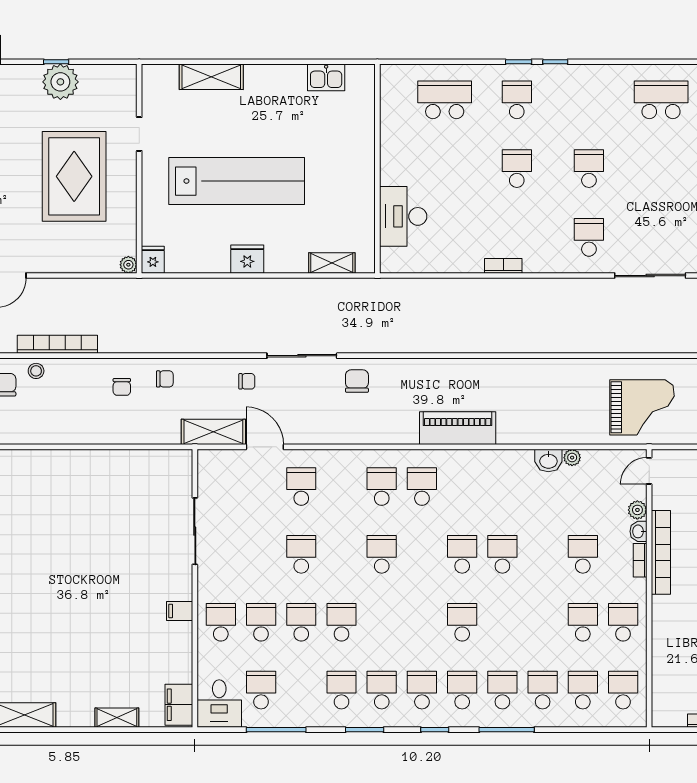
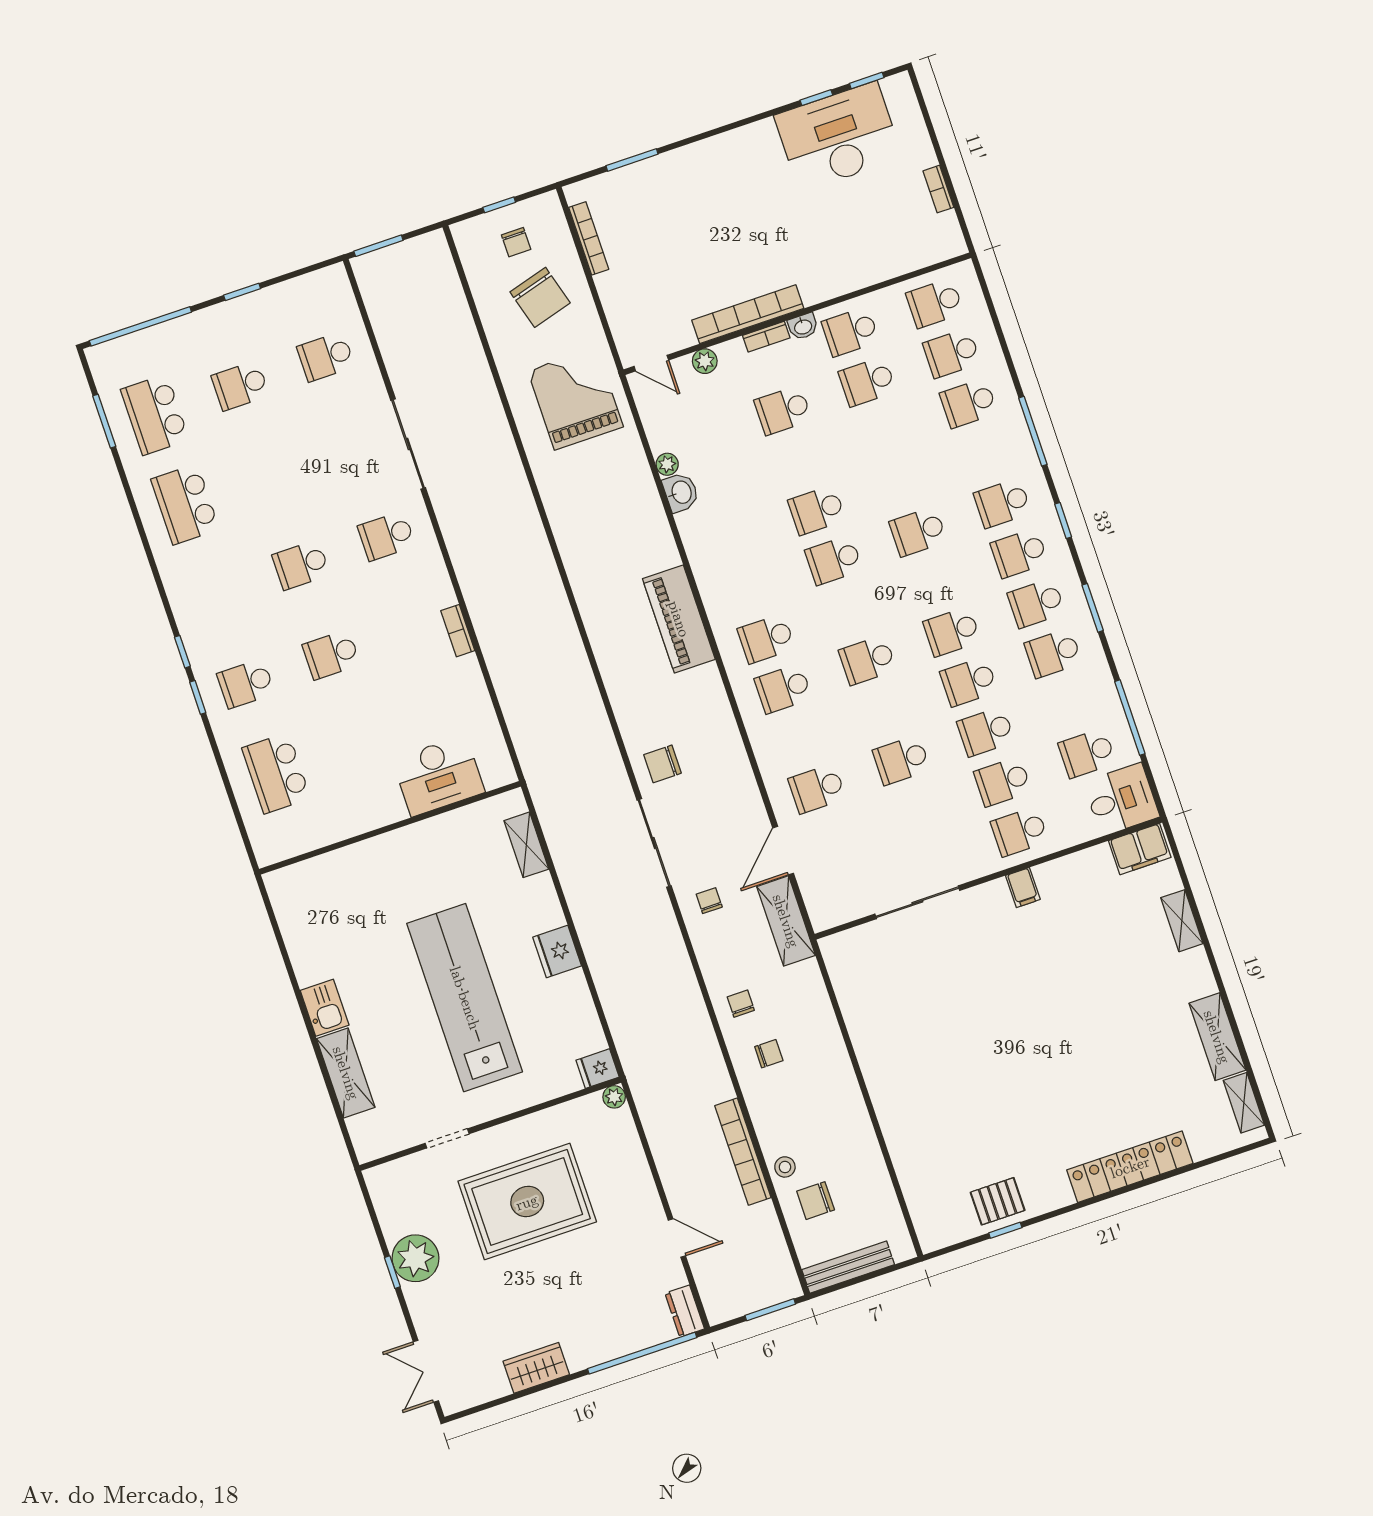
kitchen sink: (326, 77) -> (325, 1008), moved
washbasin: (638, 531) -> (803, 326), moved
school desk: (502, 690) -> (952, 632), moved

